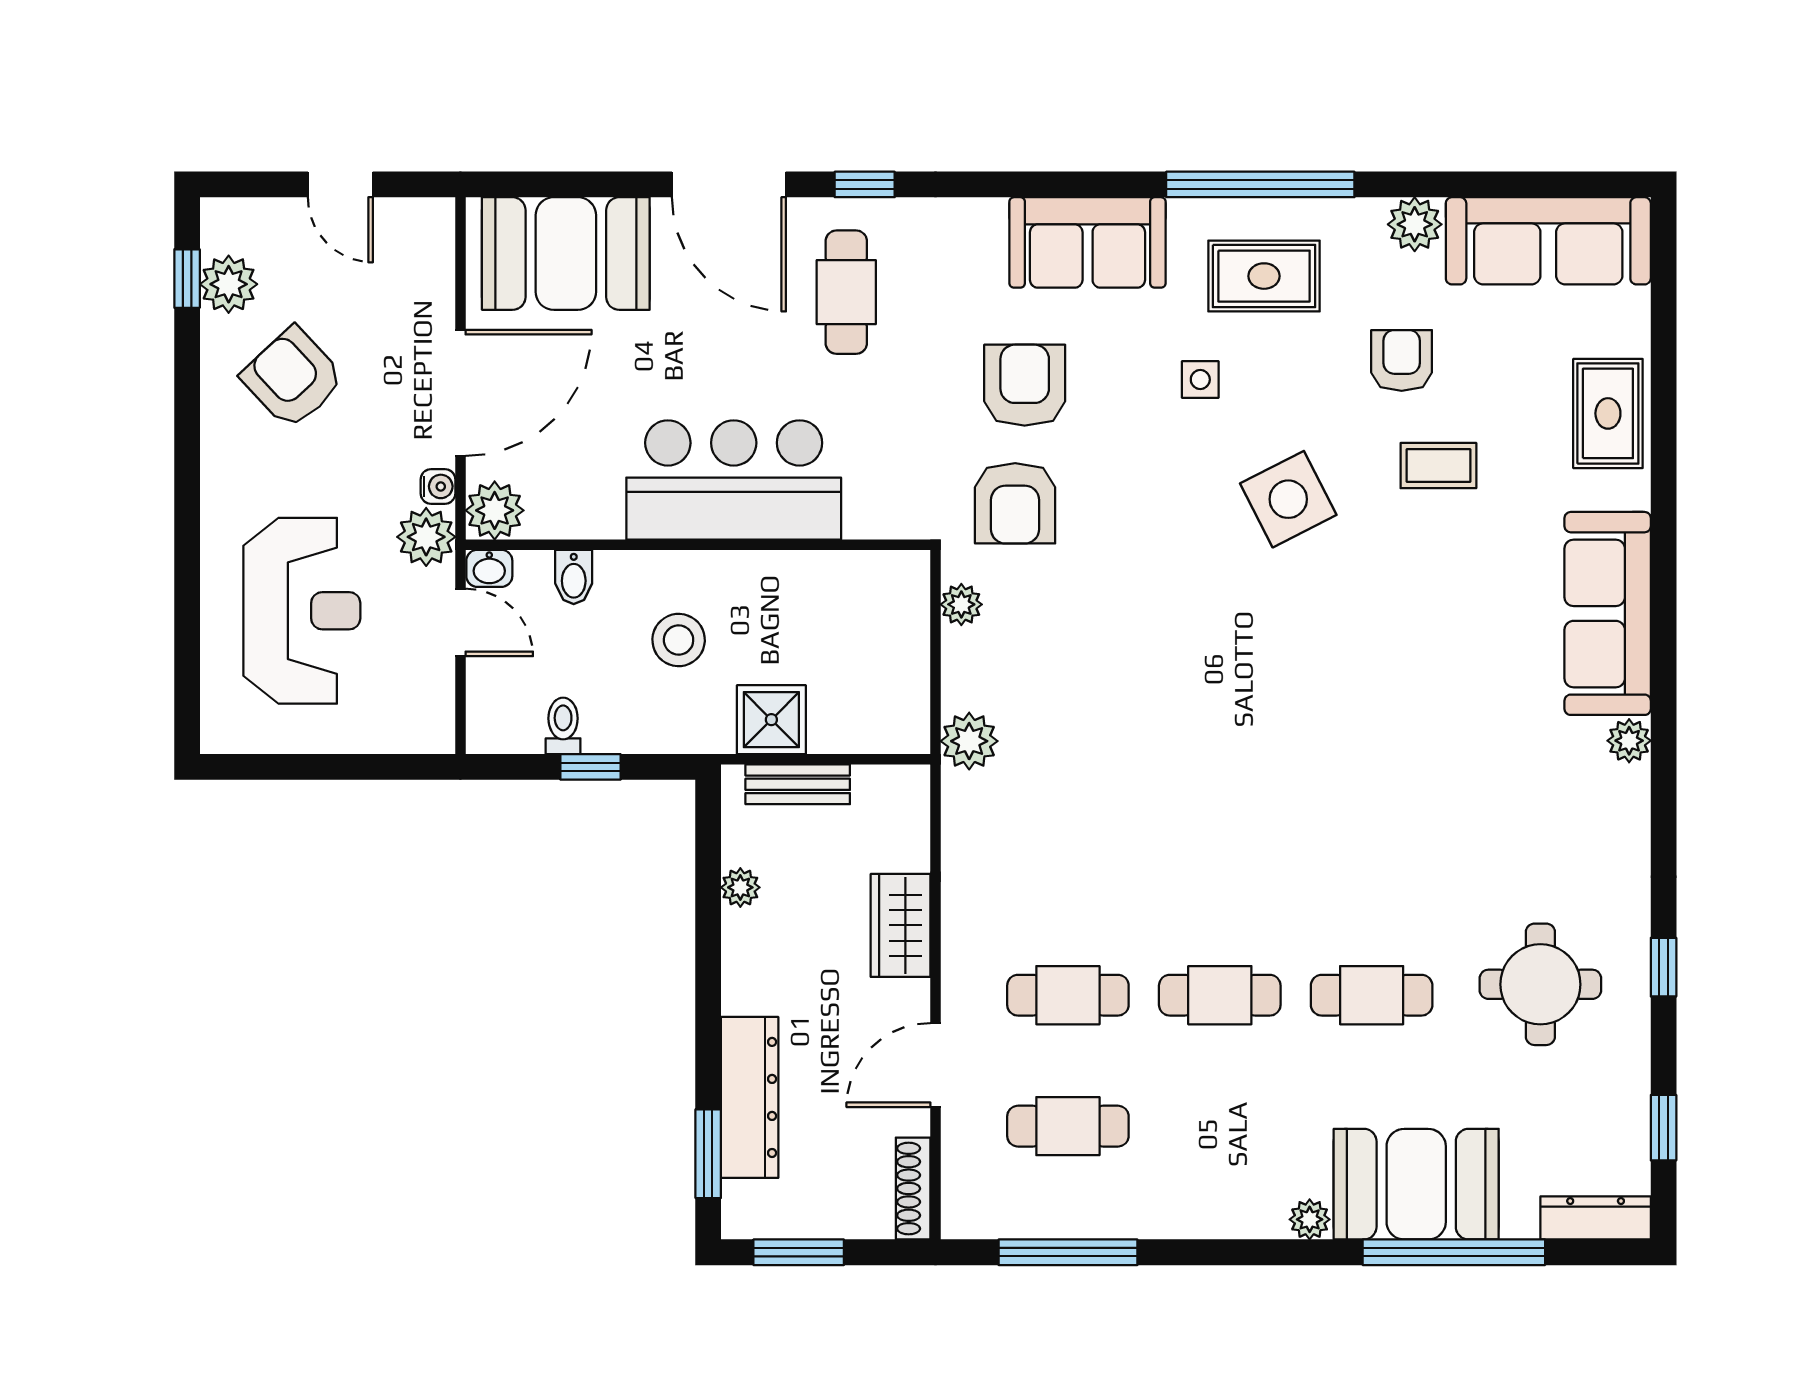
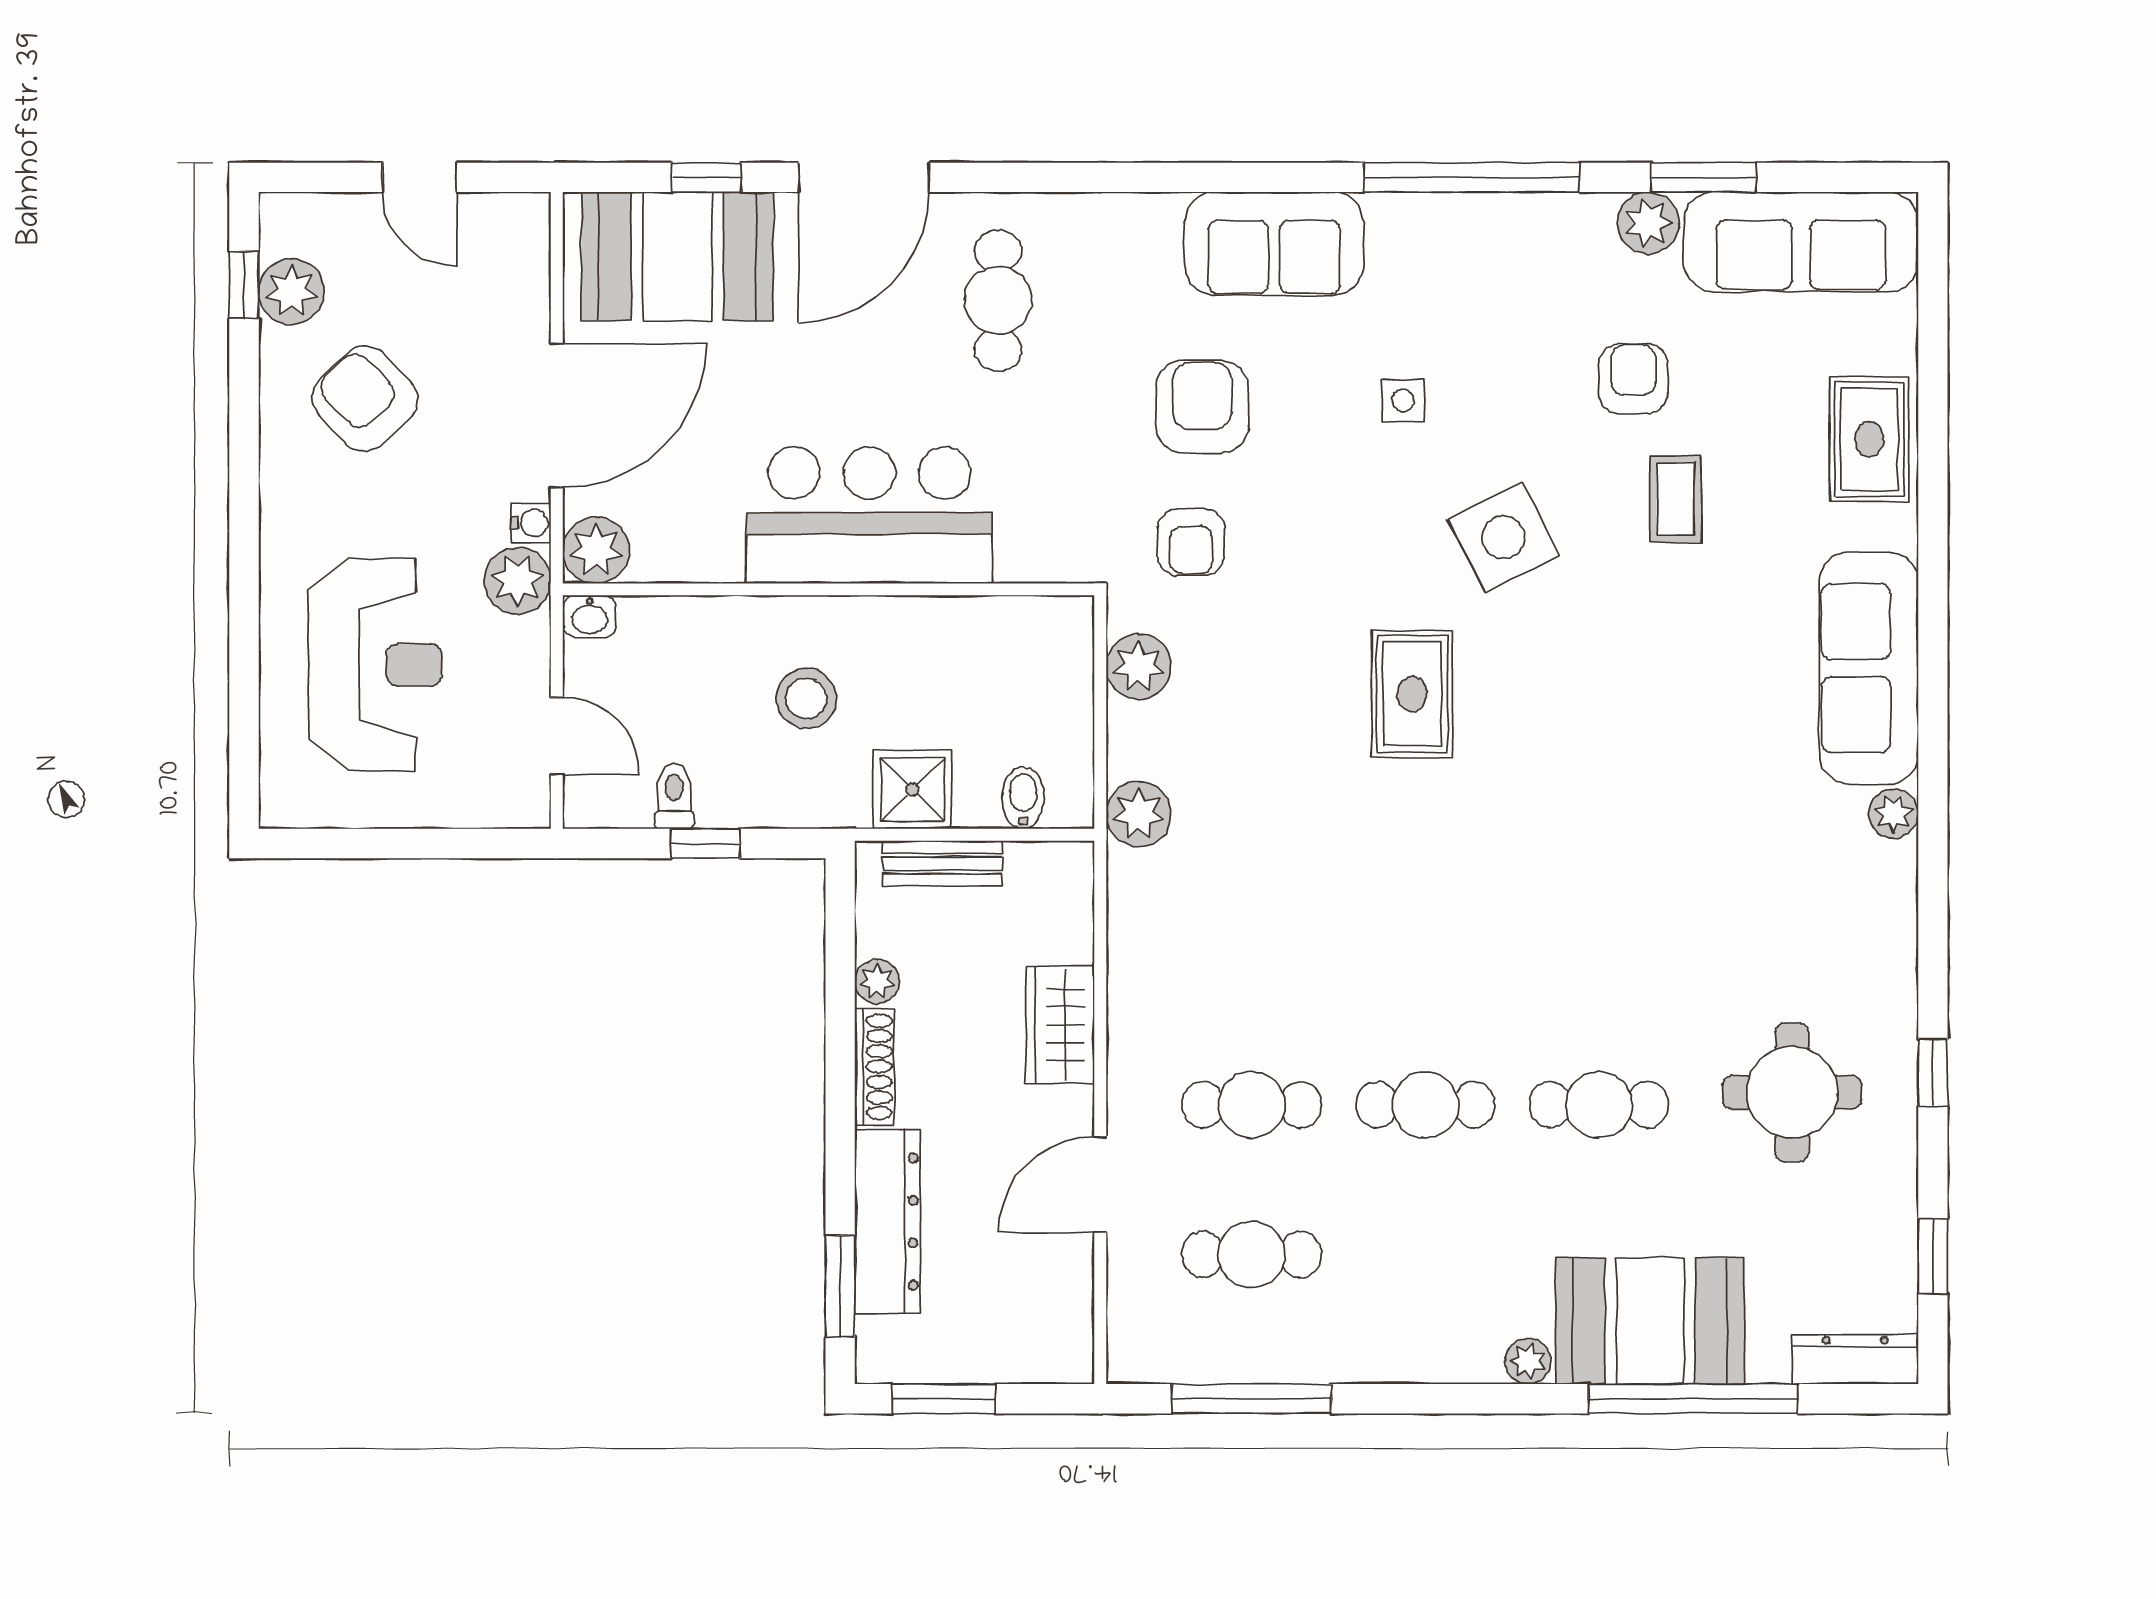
door: (729, 184) -> (864, 177), hinge flipped
window: (865, 184) -> (706, 177), moved
window: (1463, 184) -> (1703, 177), added
rug: (1264, 276) -> (1412, 694), moved, turned 90
coffee table: (1438, 466) -> (1675, 499), turned 90
armchair: (1015, 503) -> (1191, 542), width x0.72, depth x0.72
bidet: (574, 577) -> (1023, 798), moved, turned 180
plant: (961, 604) -> (1139, 667), width x1.38, depth x1.38
door: (460, 622) -> (557, 736), moved
shoe rack: (913, 1189) -> (875, 1067), moved, turned 180

